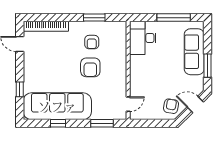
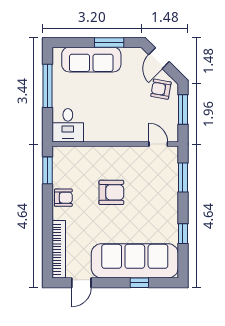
window: (94, 18) -> (48, 170), moved
desk: (143, 38) -> (68, 125), width x0.73
armchair: (92, 42) -> (63, 198), moved
sofa: (57, 106) -> (135, 261), moved, turned 90
window: (155, 123) -> (183, 109), added

